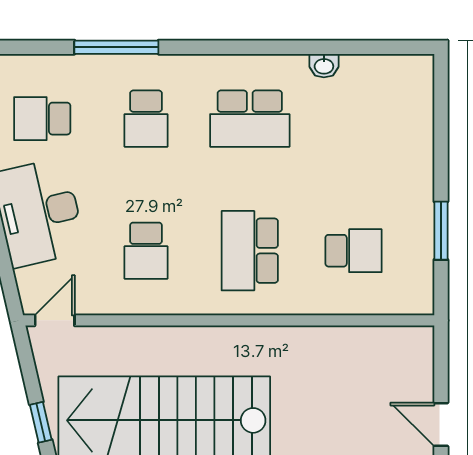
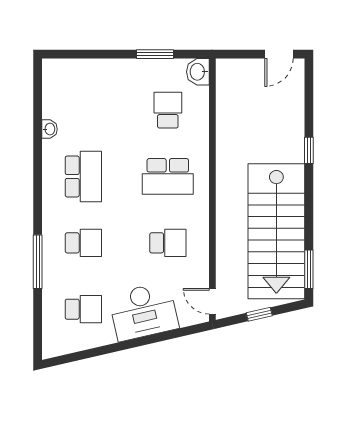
school desk: (42, 119) -> (83, 309), turned -90
washbasin: (413, 298) -> (198, 72), added
window: (41, 422) -> (259, 314), moved

